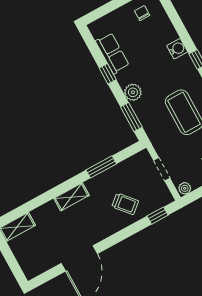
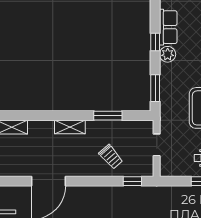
plant: (133, 92) -> (168, 54), moved
plant: (185, 188) -> (167, 171), removed

